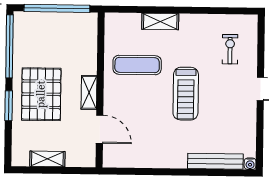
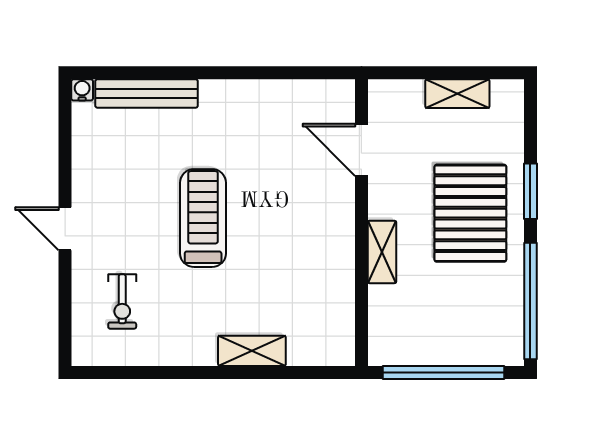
exercise mat: (137, 65) -> (294, 270), removed
shelving: (89, 92) -> (382, 252), moved

